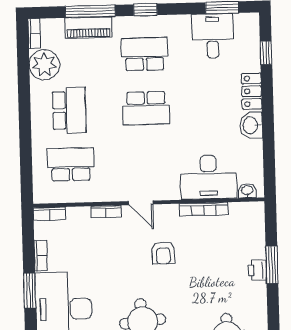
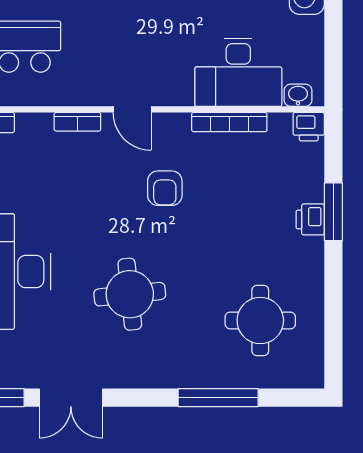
printer: (255, 211) -> (309, 127), added

